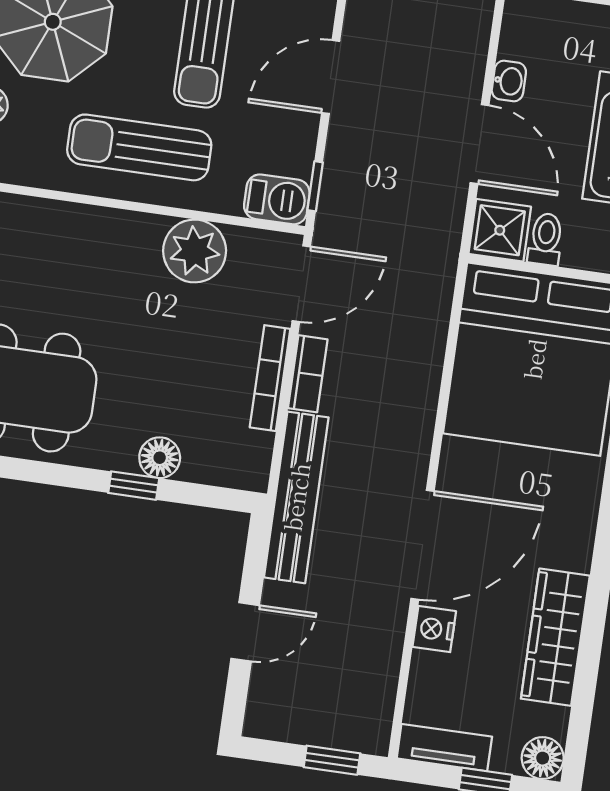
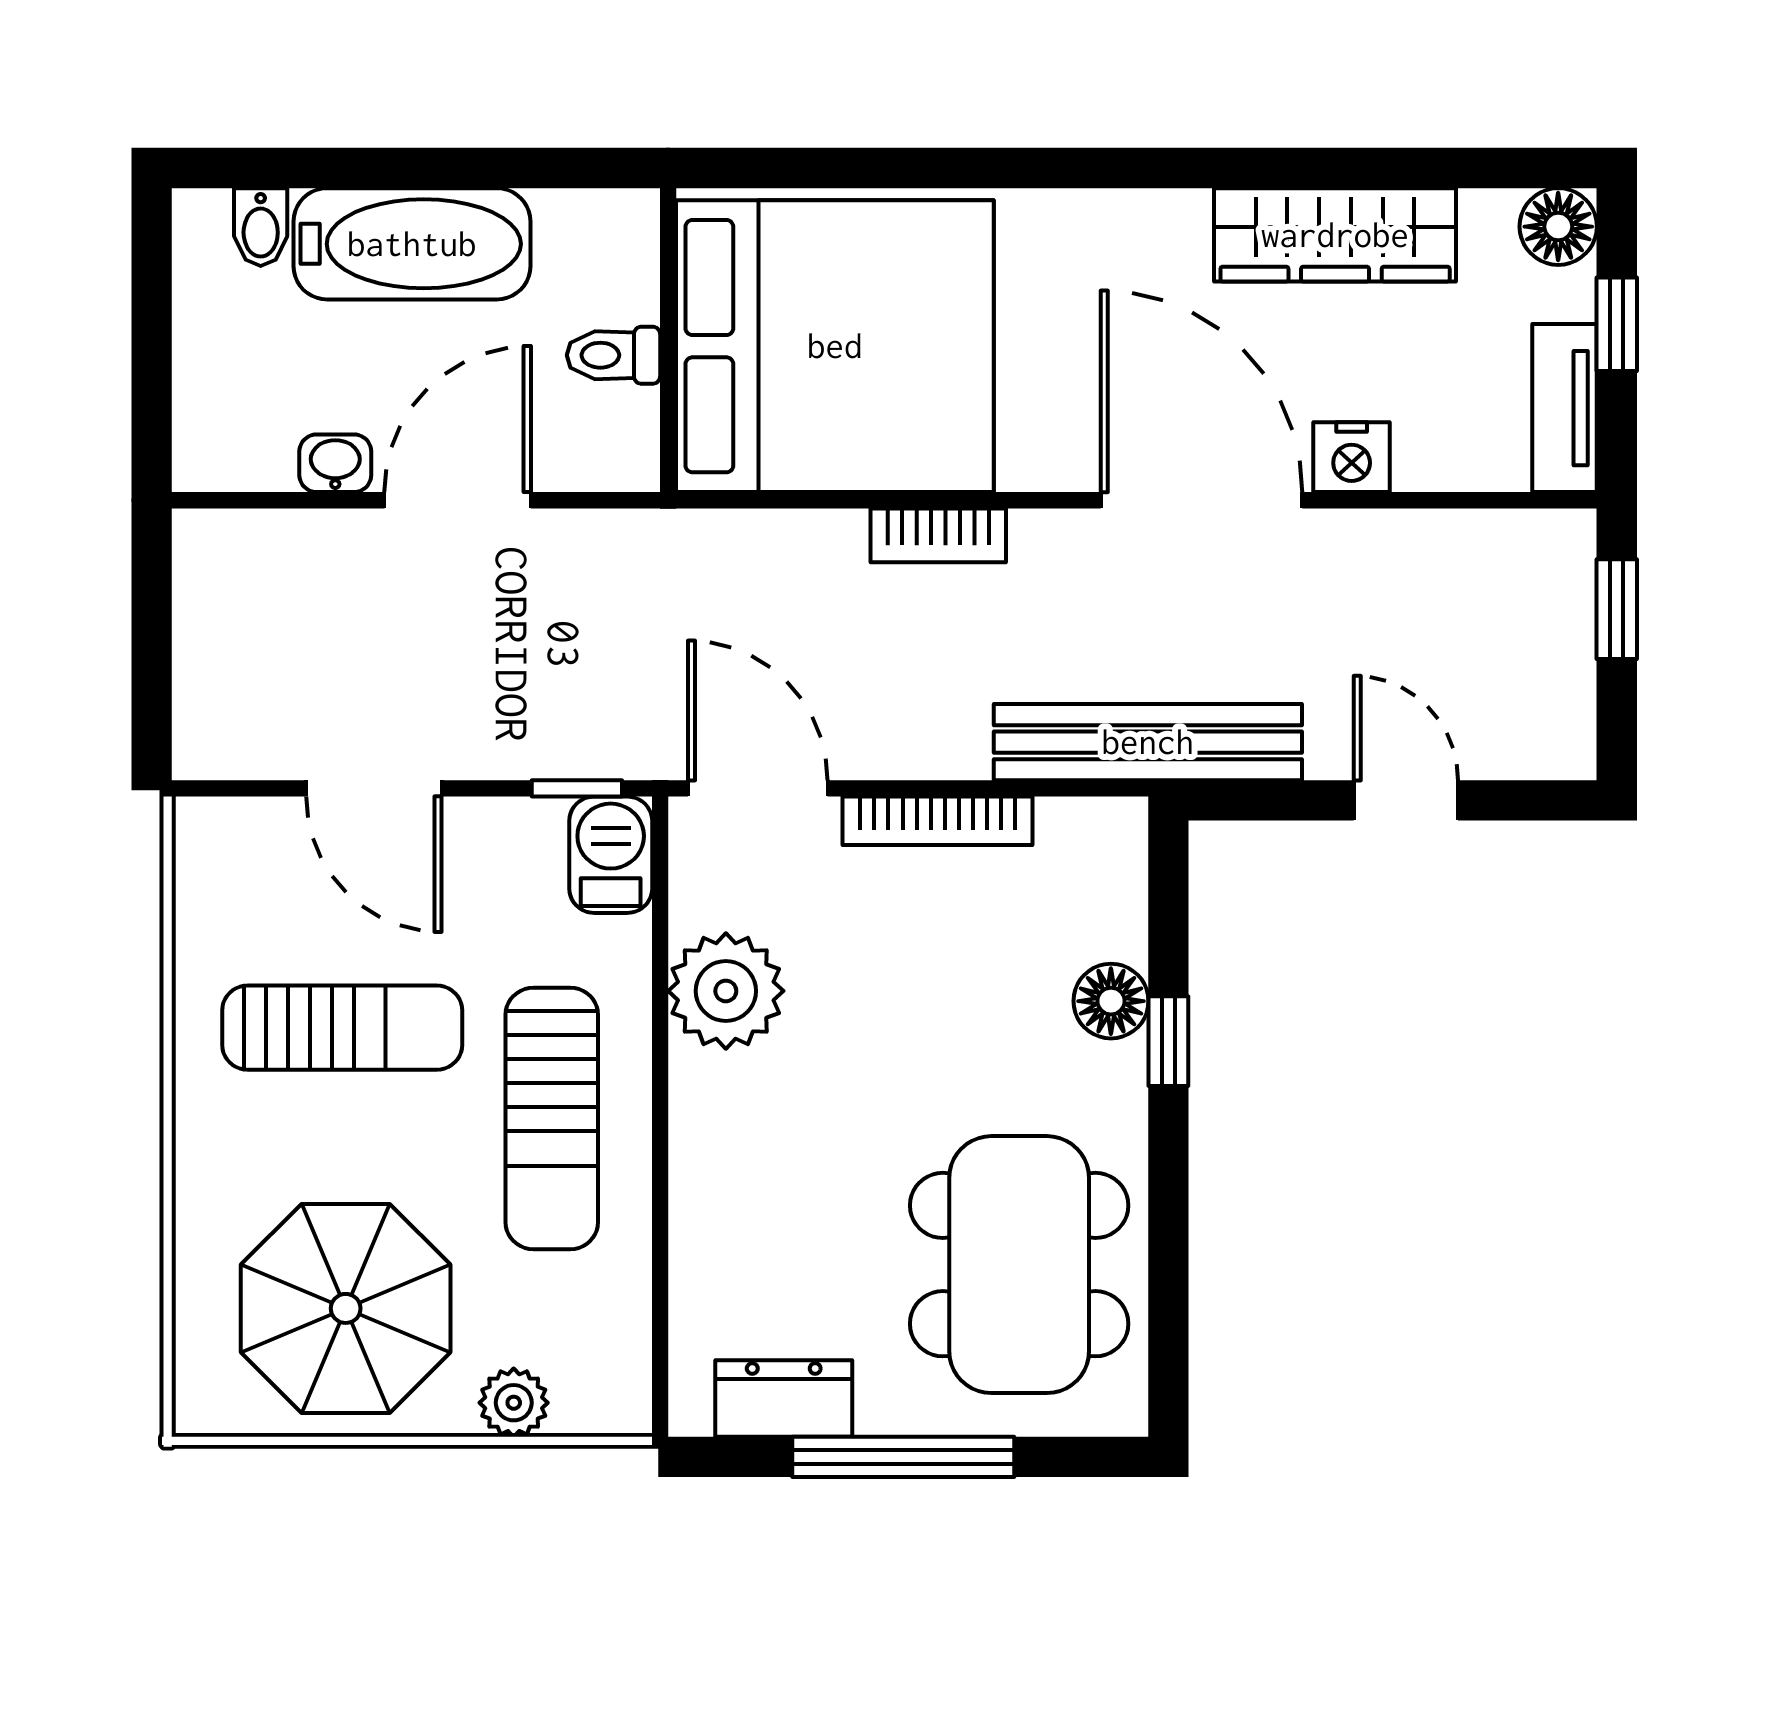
shower: (500, 230) -> (609, 441), removed
bookcase: (308, 374) -> (938, 535), moved, turned 180

